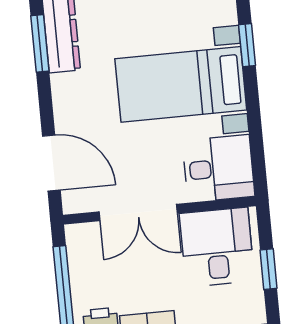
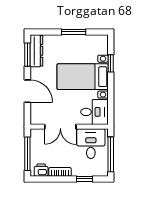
door: (51, 163) -> (27, 91), moved
window: (269, 269) -> (111, 154), width x2.17

